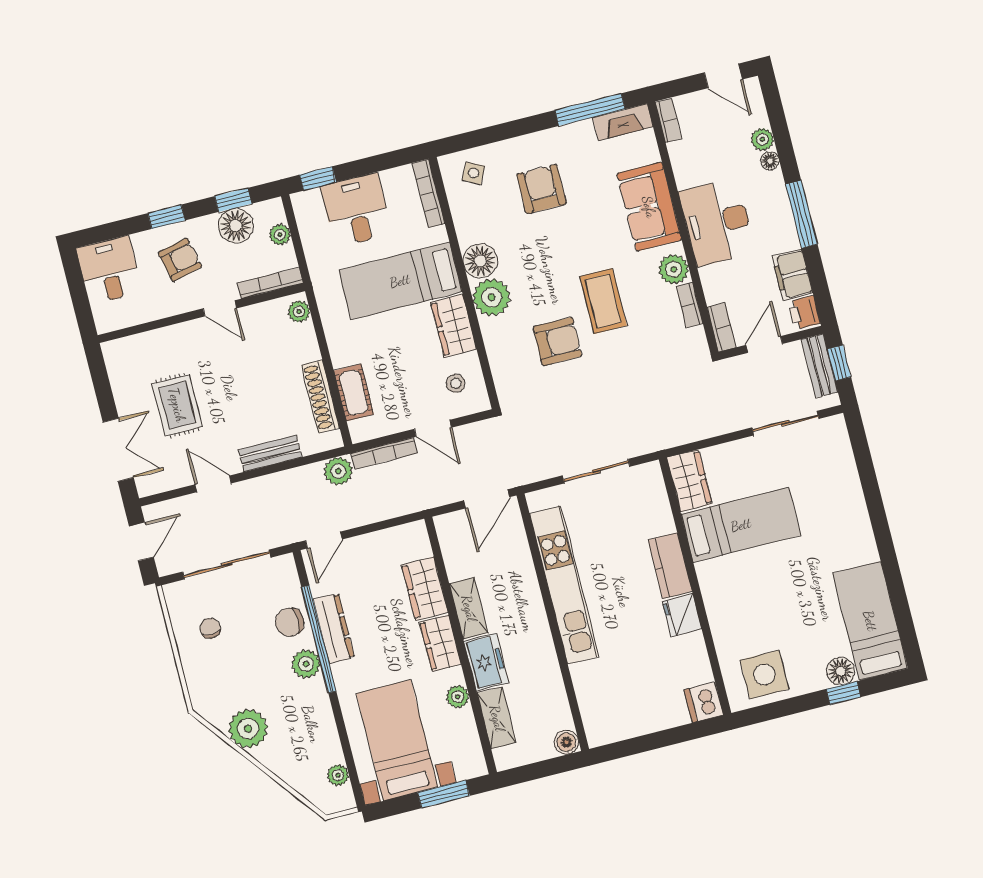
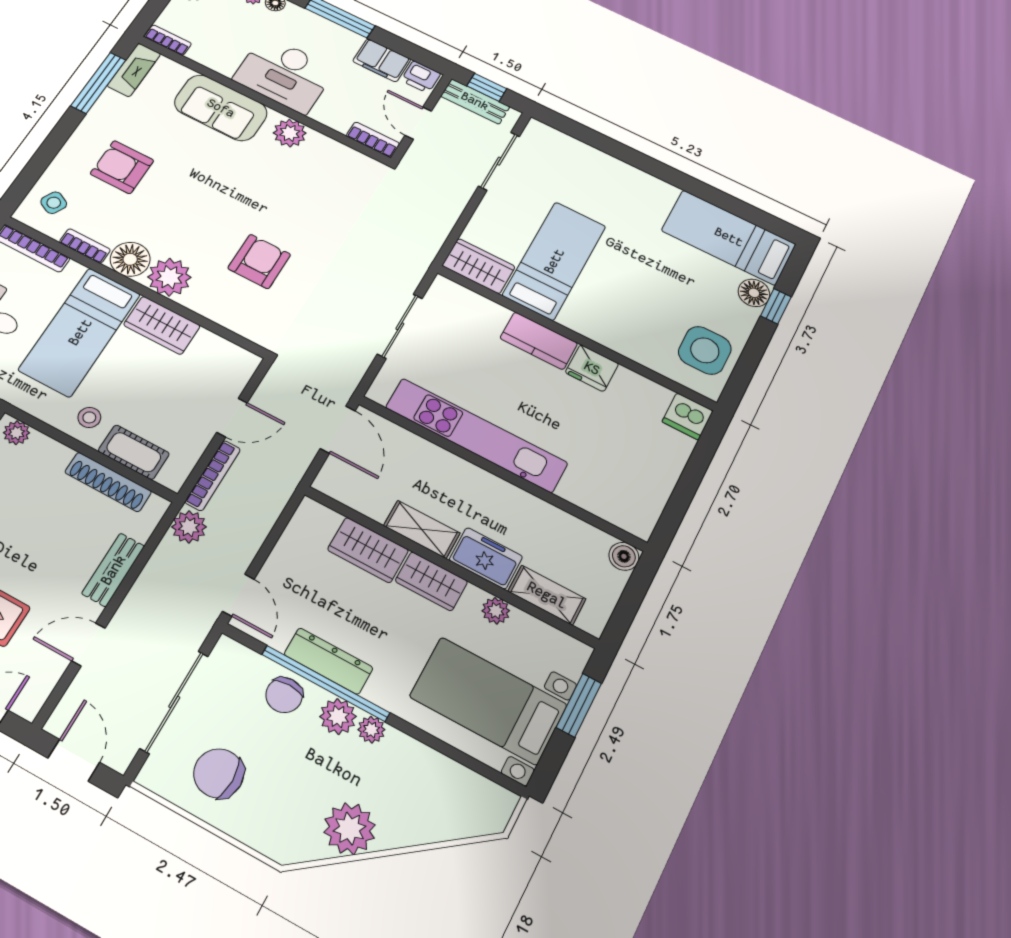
coffee table: (603, 301) -> (262, 202), removed
bookcase: (689, 305) -> (85, 246), moved, turned 180
stool: (456, 383) -> (89, 417), moved
chair: (210, 628) -> (219, 773), width x1.87, depth x1.87
plant: (338, 775) -> (371, 730), moved

